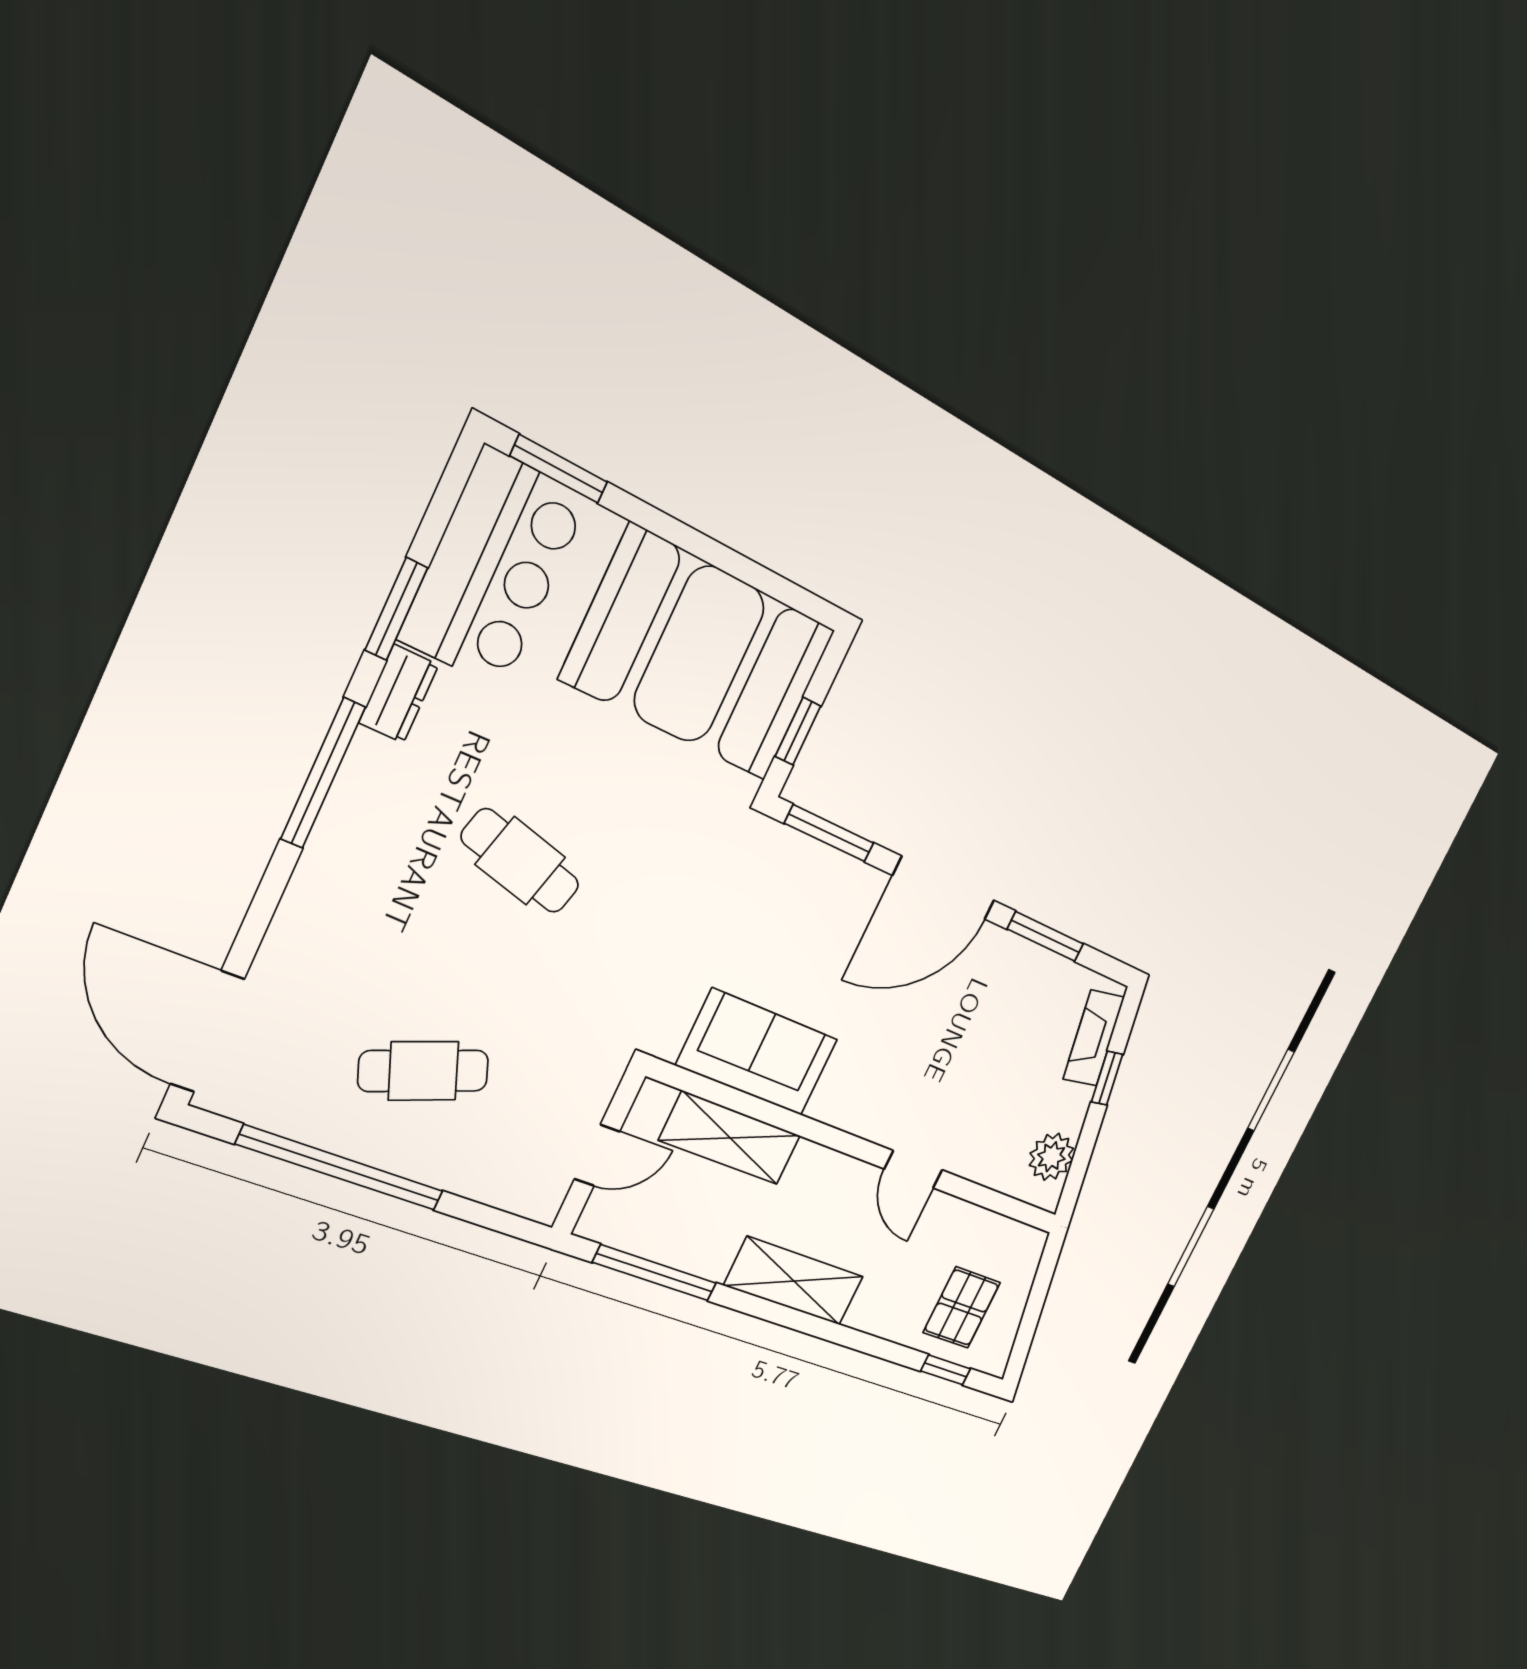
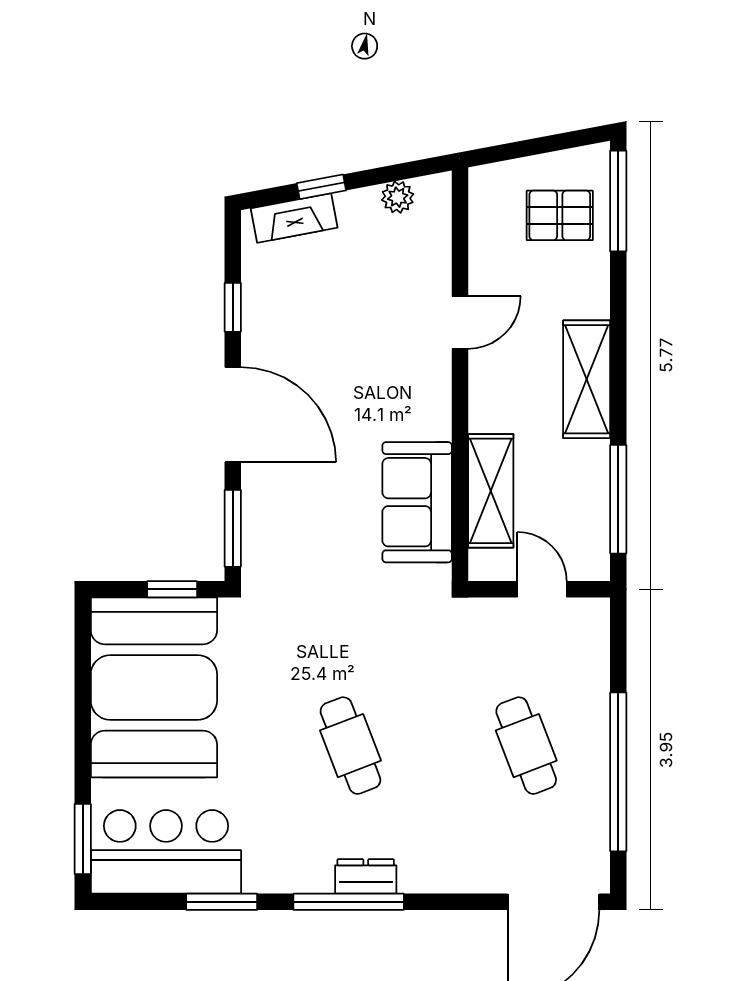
dresser: (399, 694) -> (366, 876), moved
cafe table: (520, 861) -> (350, 746), turned -36
window: (1045, 937) -> (233, 307), width x0.67
plant: (1051, 1157) -> (398, 197), width x0.73, depth x0.73
window: (946, 1370) -> (618, 201), width x2.17

